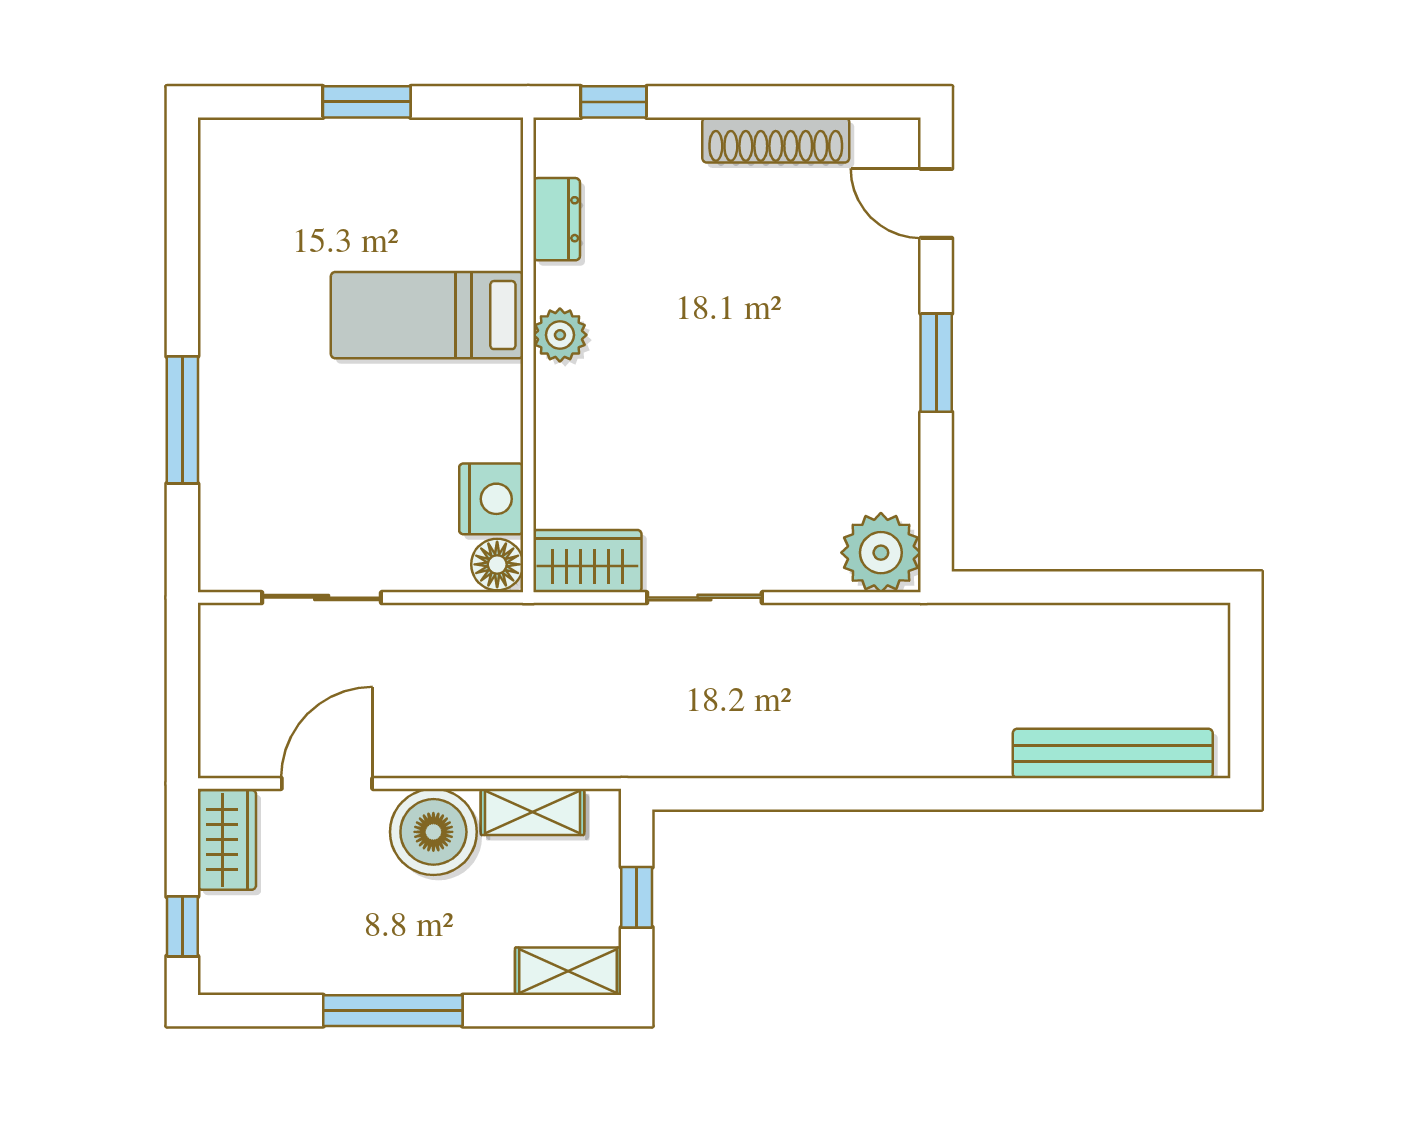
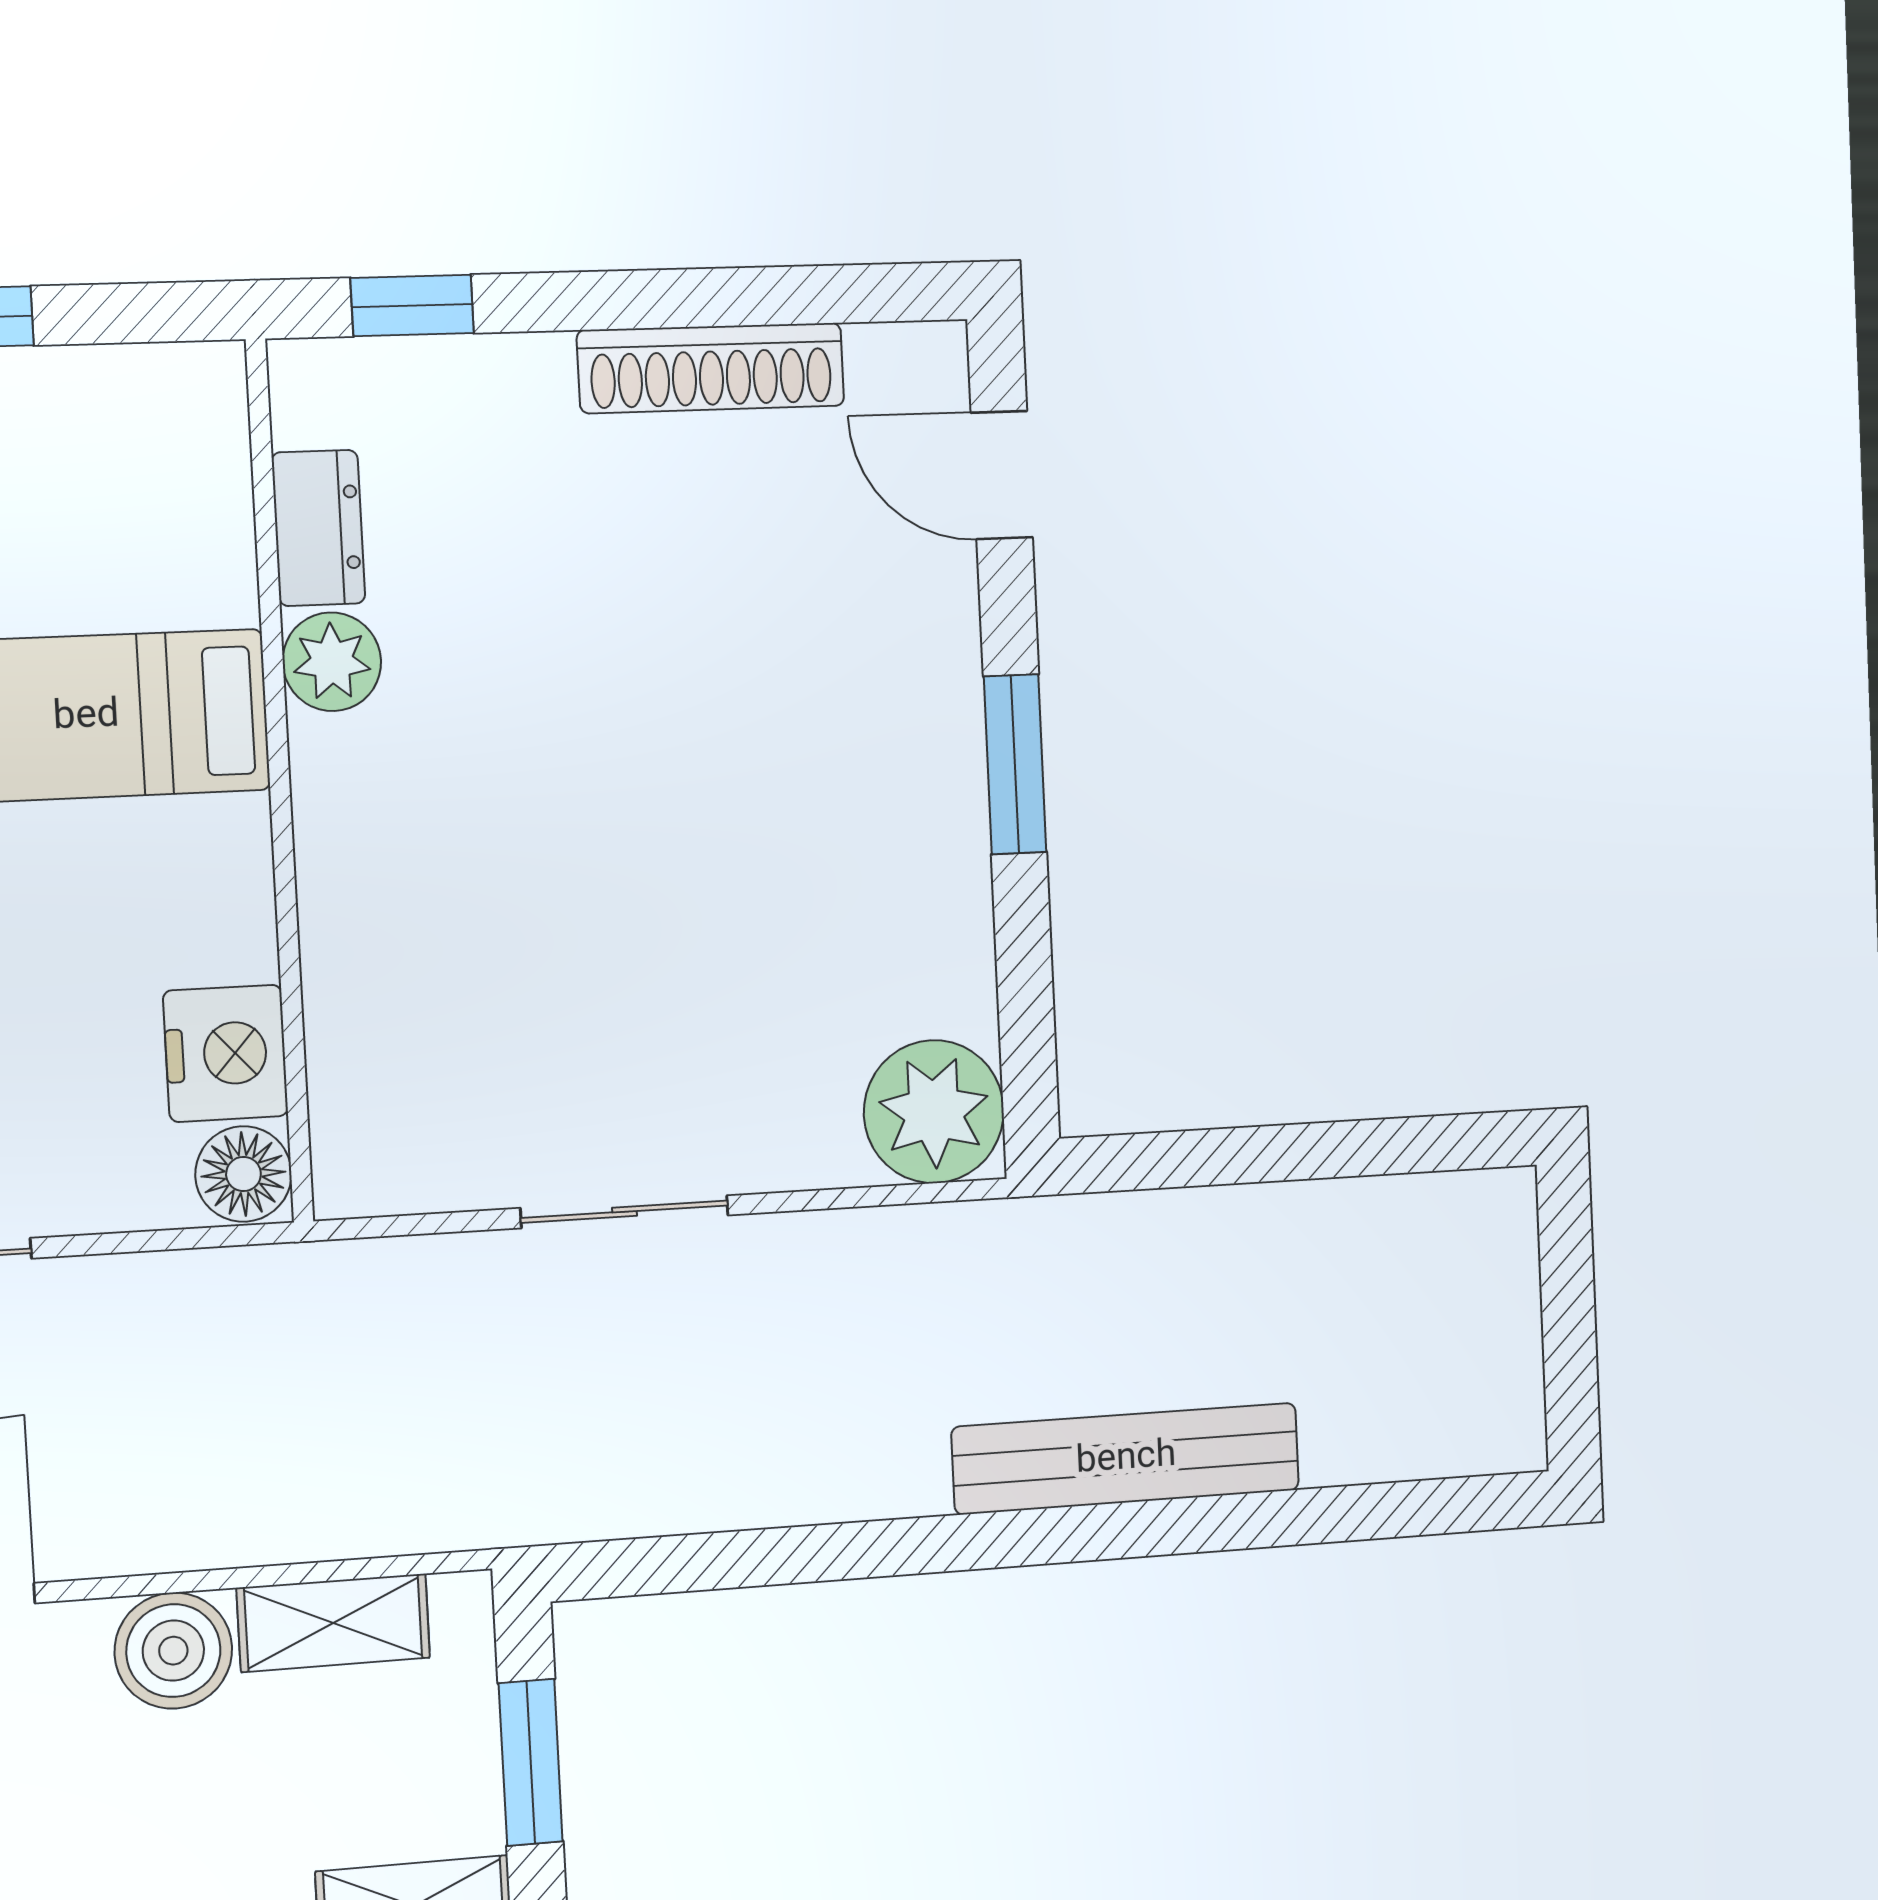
plant: (560, 335) -> (332, 662), moved
wardrobe: (587, 561) -> (409, 1158), removed
bench: (1113, 753) -> (1126, 1459), moved
boiler: (433, 832) -> (173, 1651), width x0.73, depth x0.73
window: (637, 897) -> (531, 1762), width x1.50

